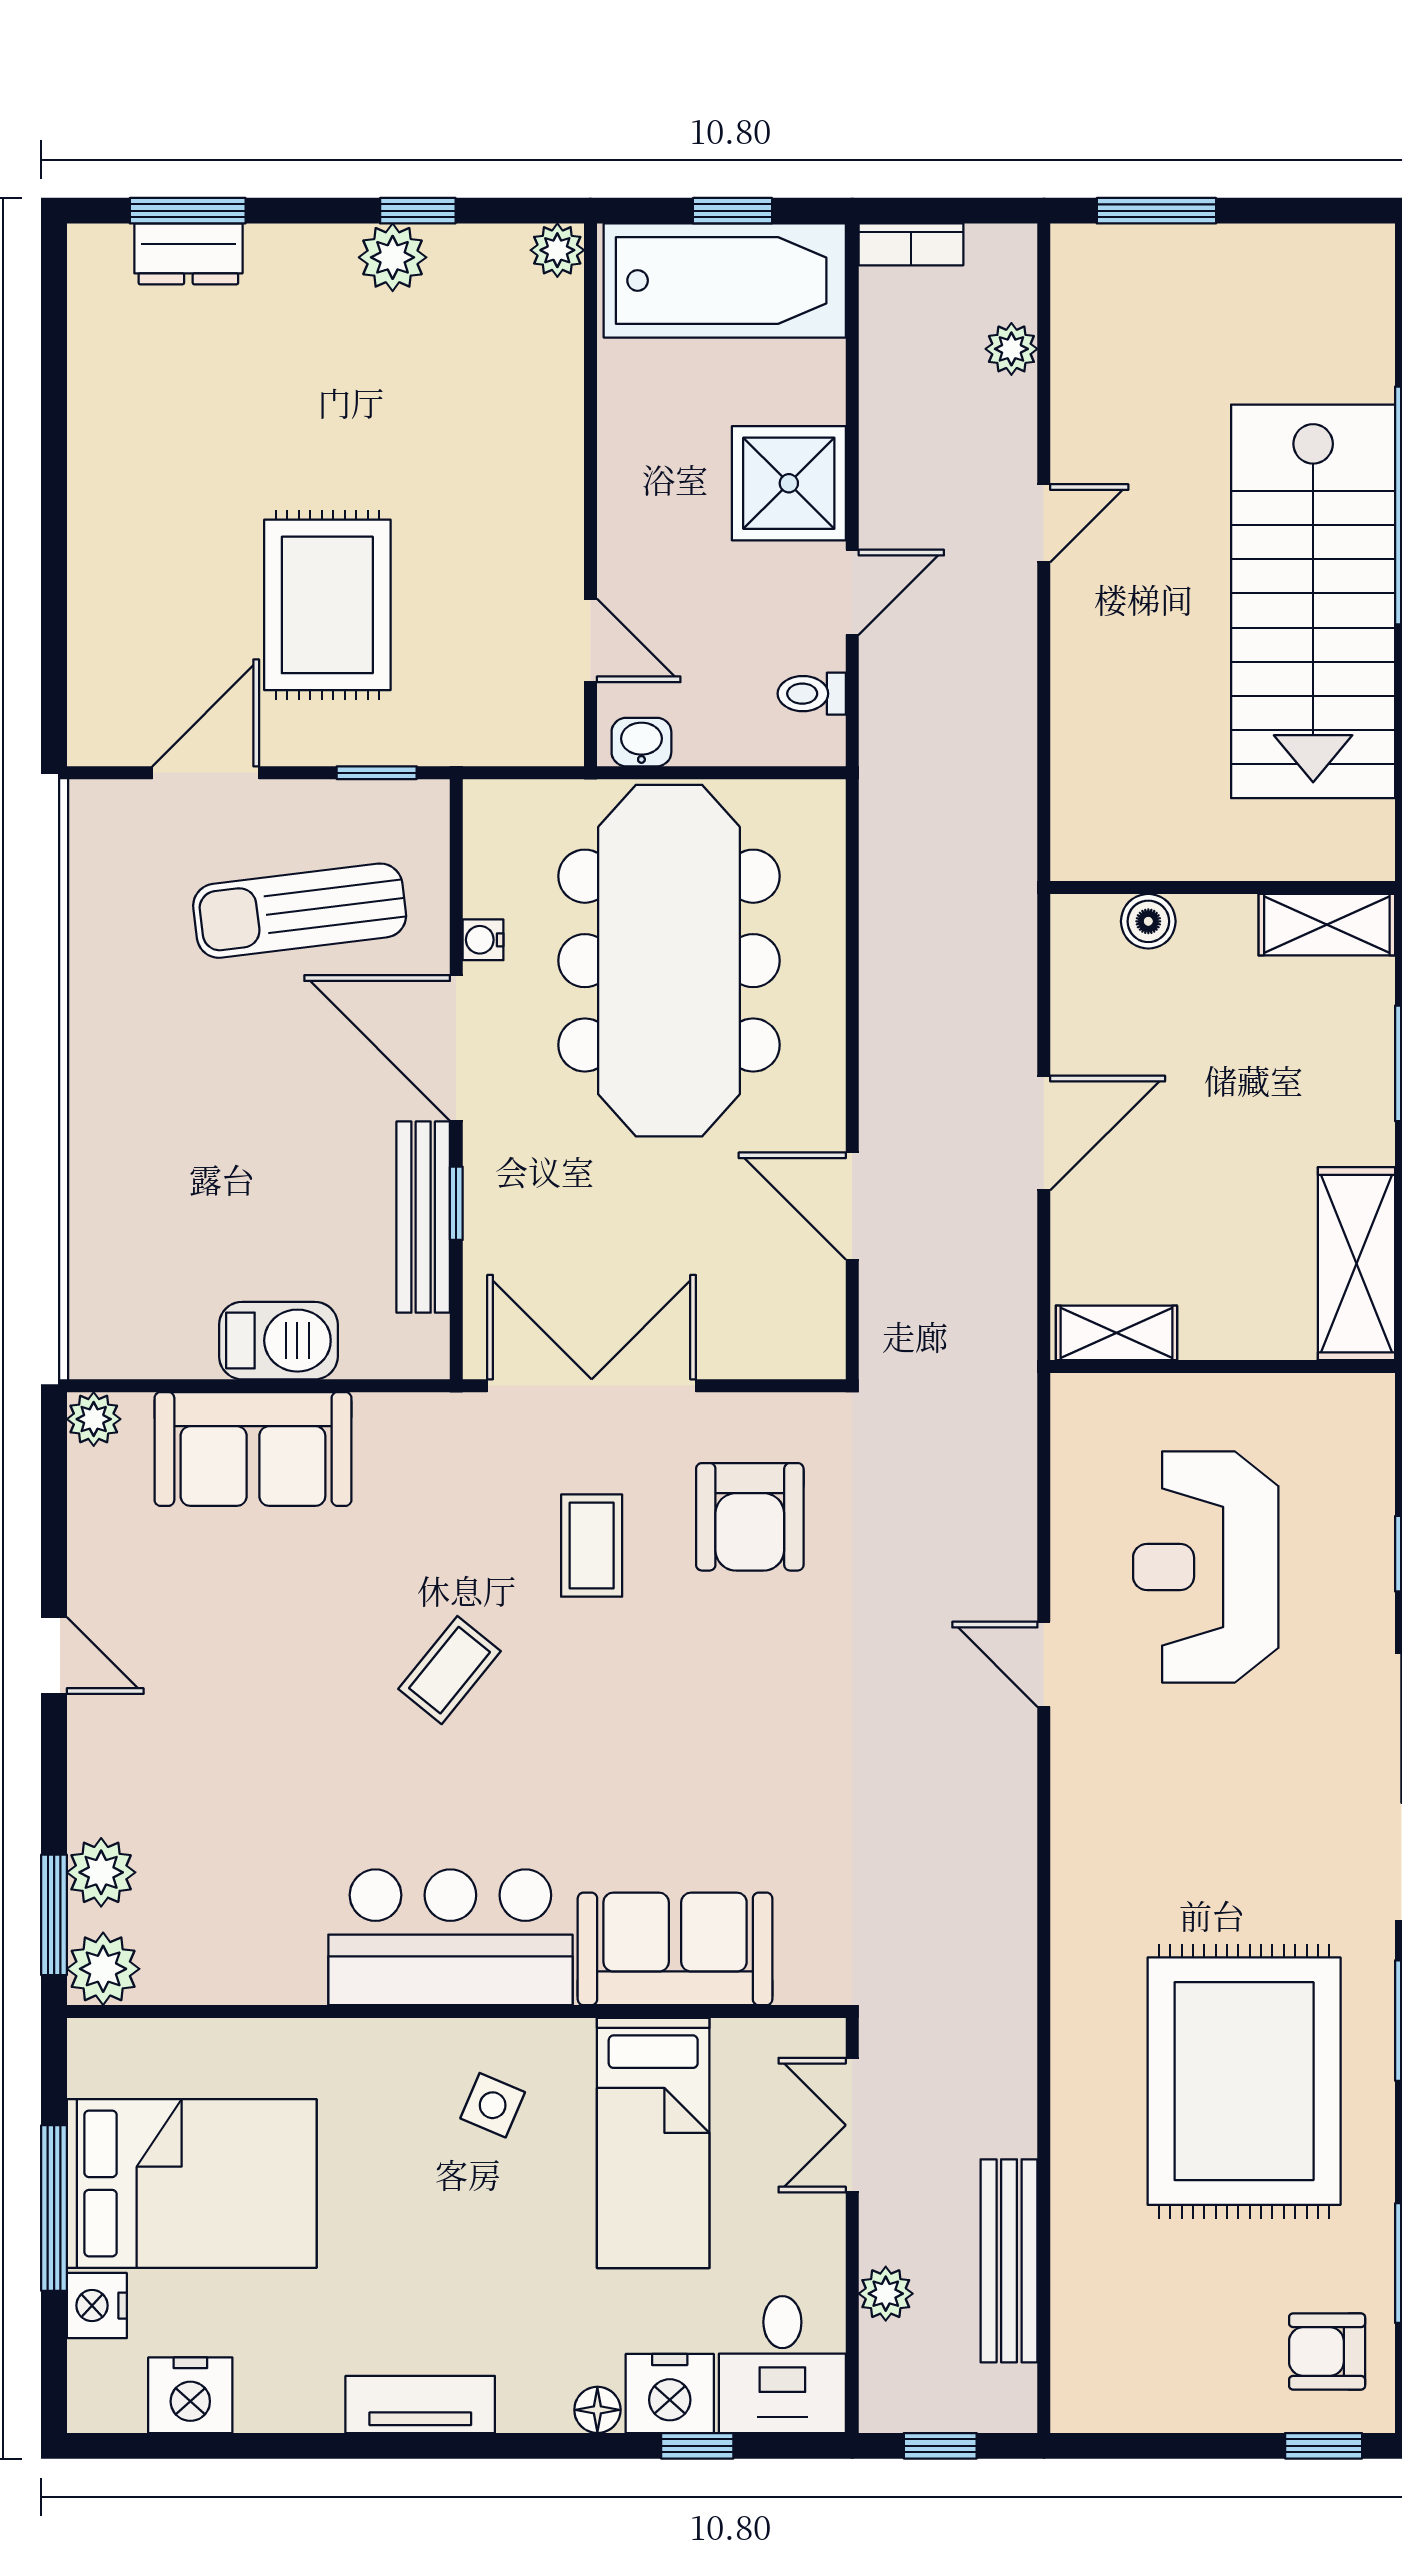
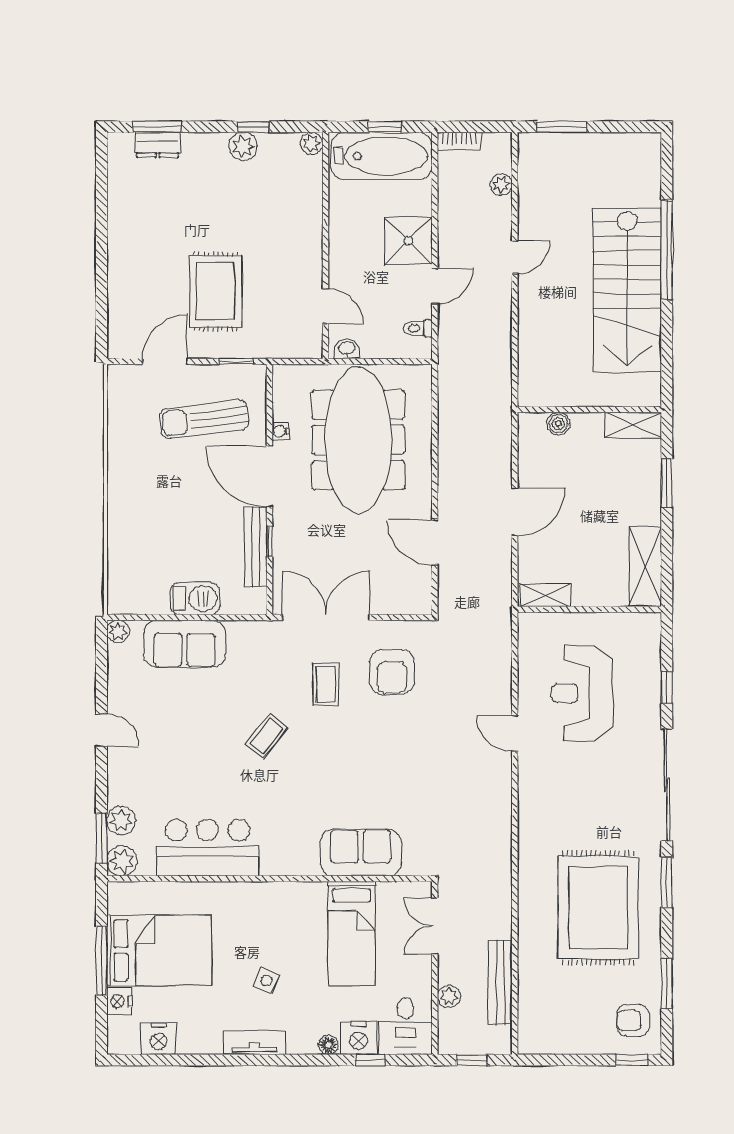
bar counter: (450, 1937) -> (208, 848), moved
side table: (493, 2105) -> (266, 980), moved

